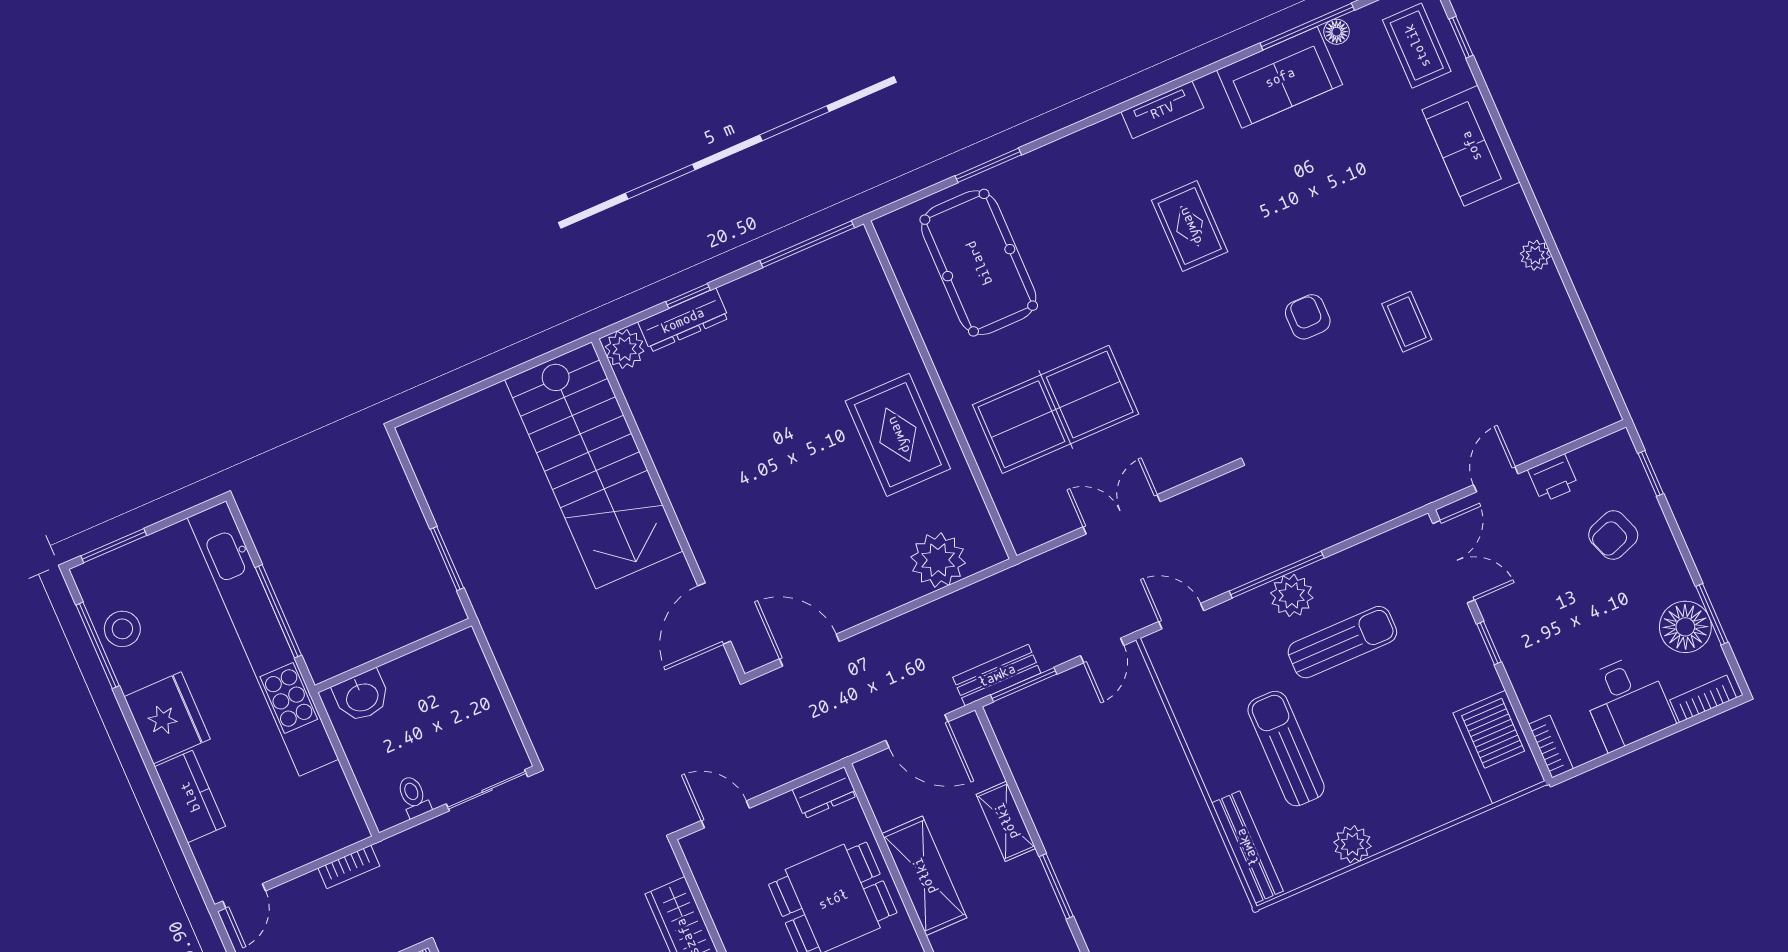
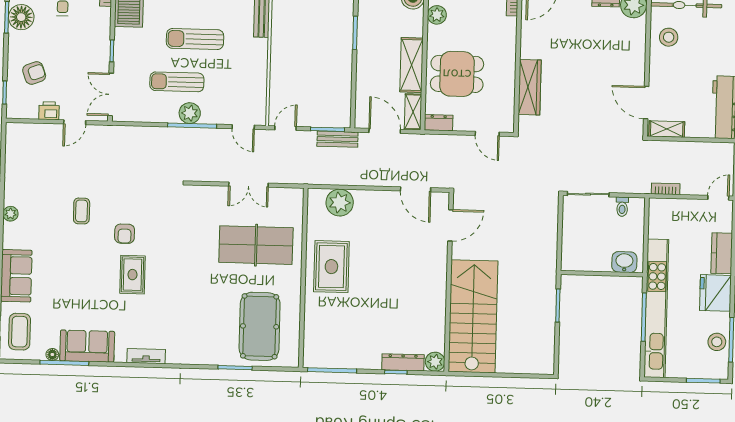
rug: (1190, 226) -> (133, 275), moved
sun lounger: (1286, 749) -> (195, 39), moved, turned 90
shelving: (1006, 821) -> (413, 112), moved

